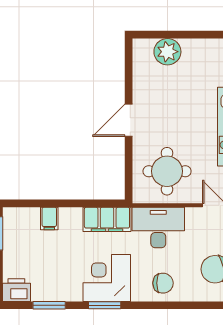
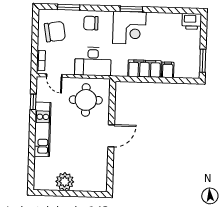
plant: (167, 52) -> (65, 182), moved
filing cabinet: (107, 219) -> (144, 69), moved
window: (49, 305) -> (69, 7), moved

